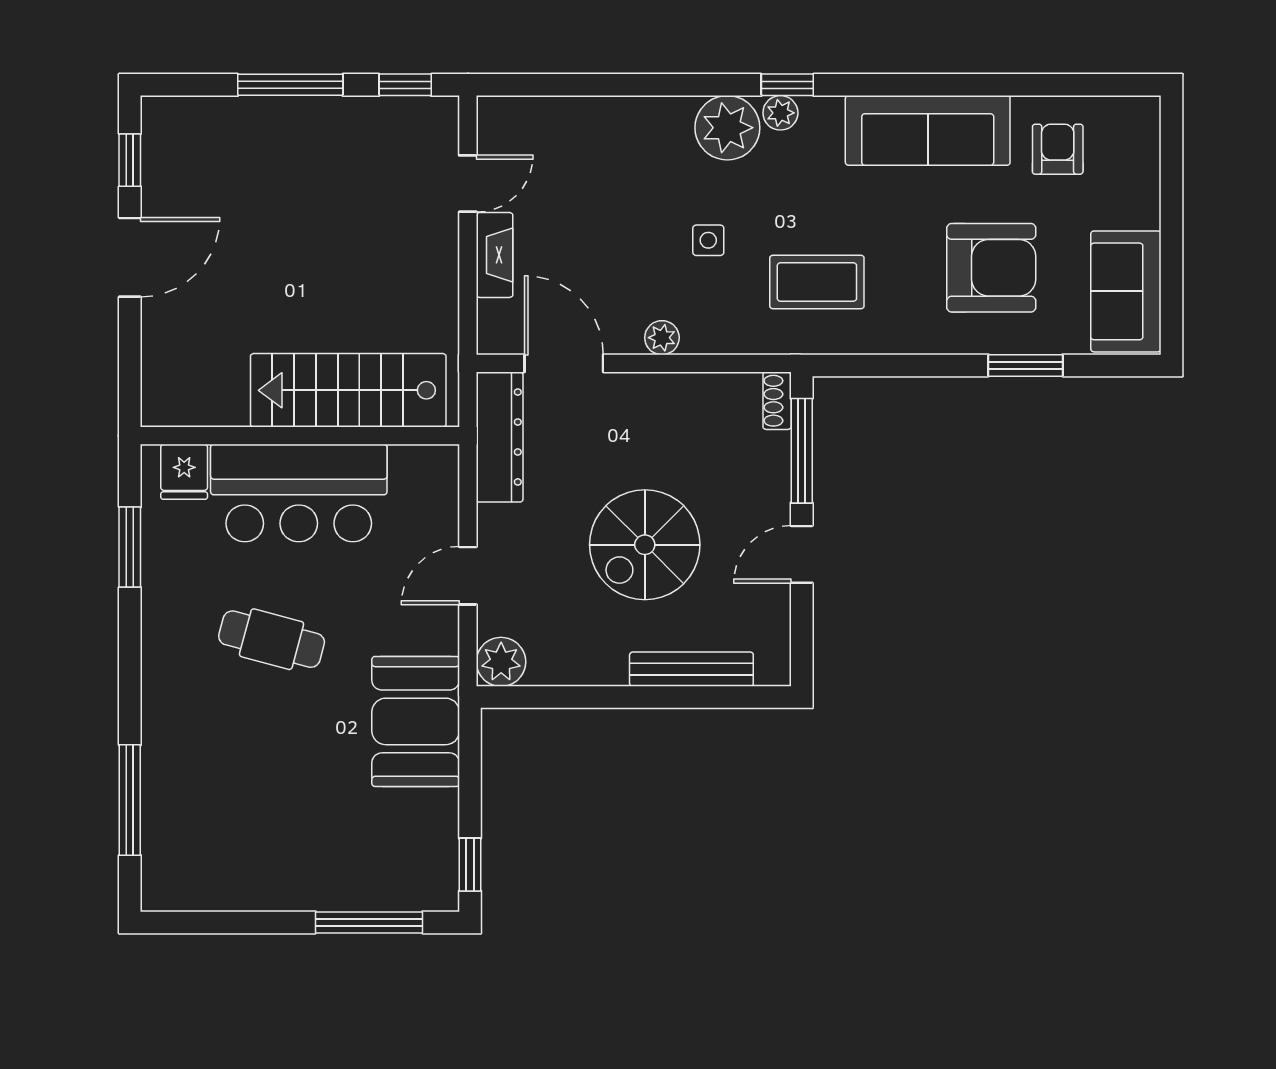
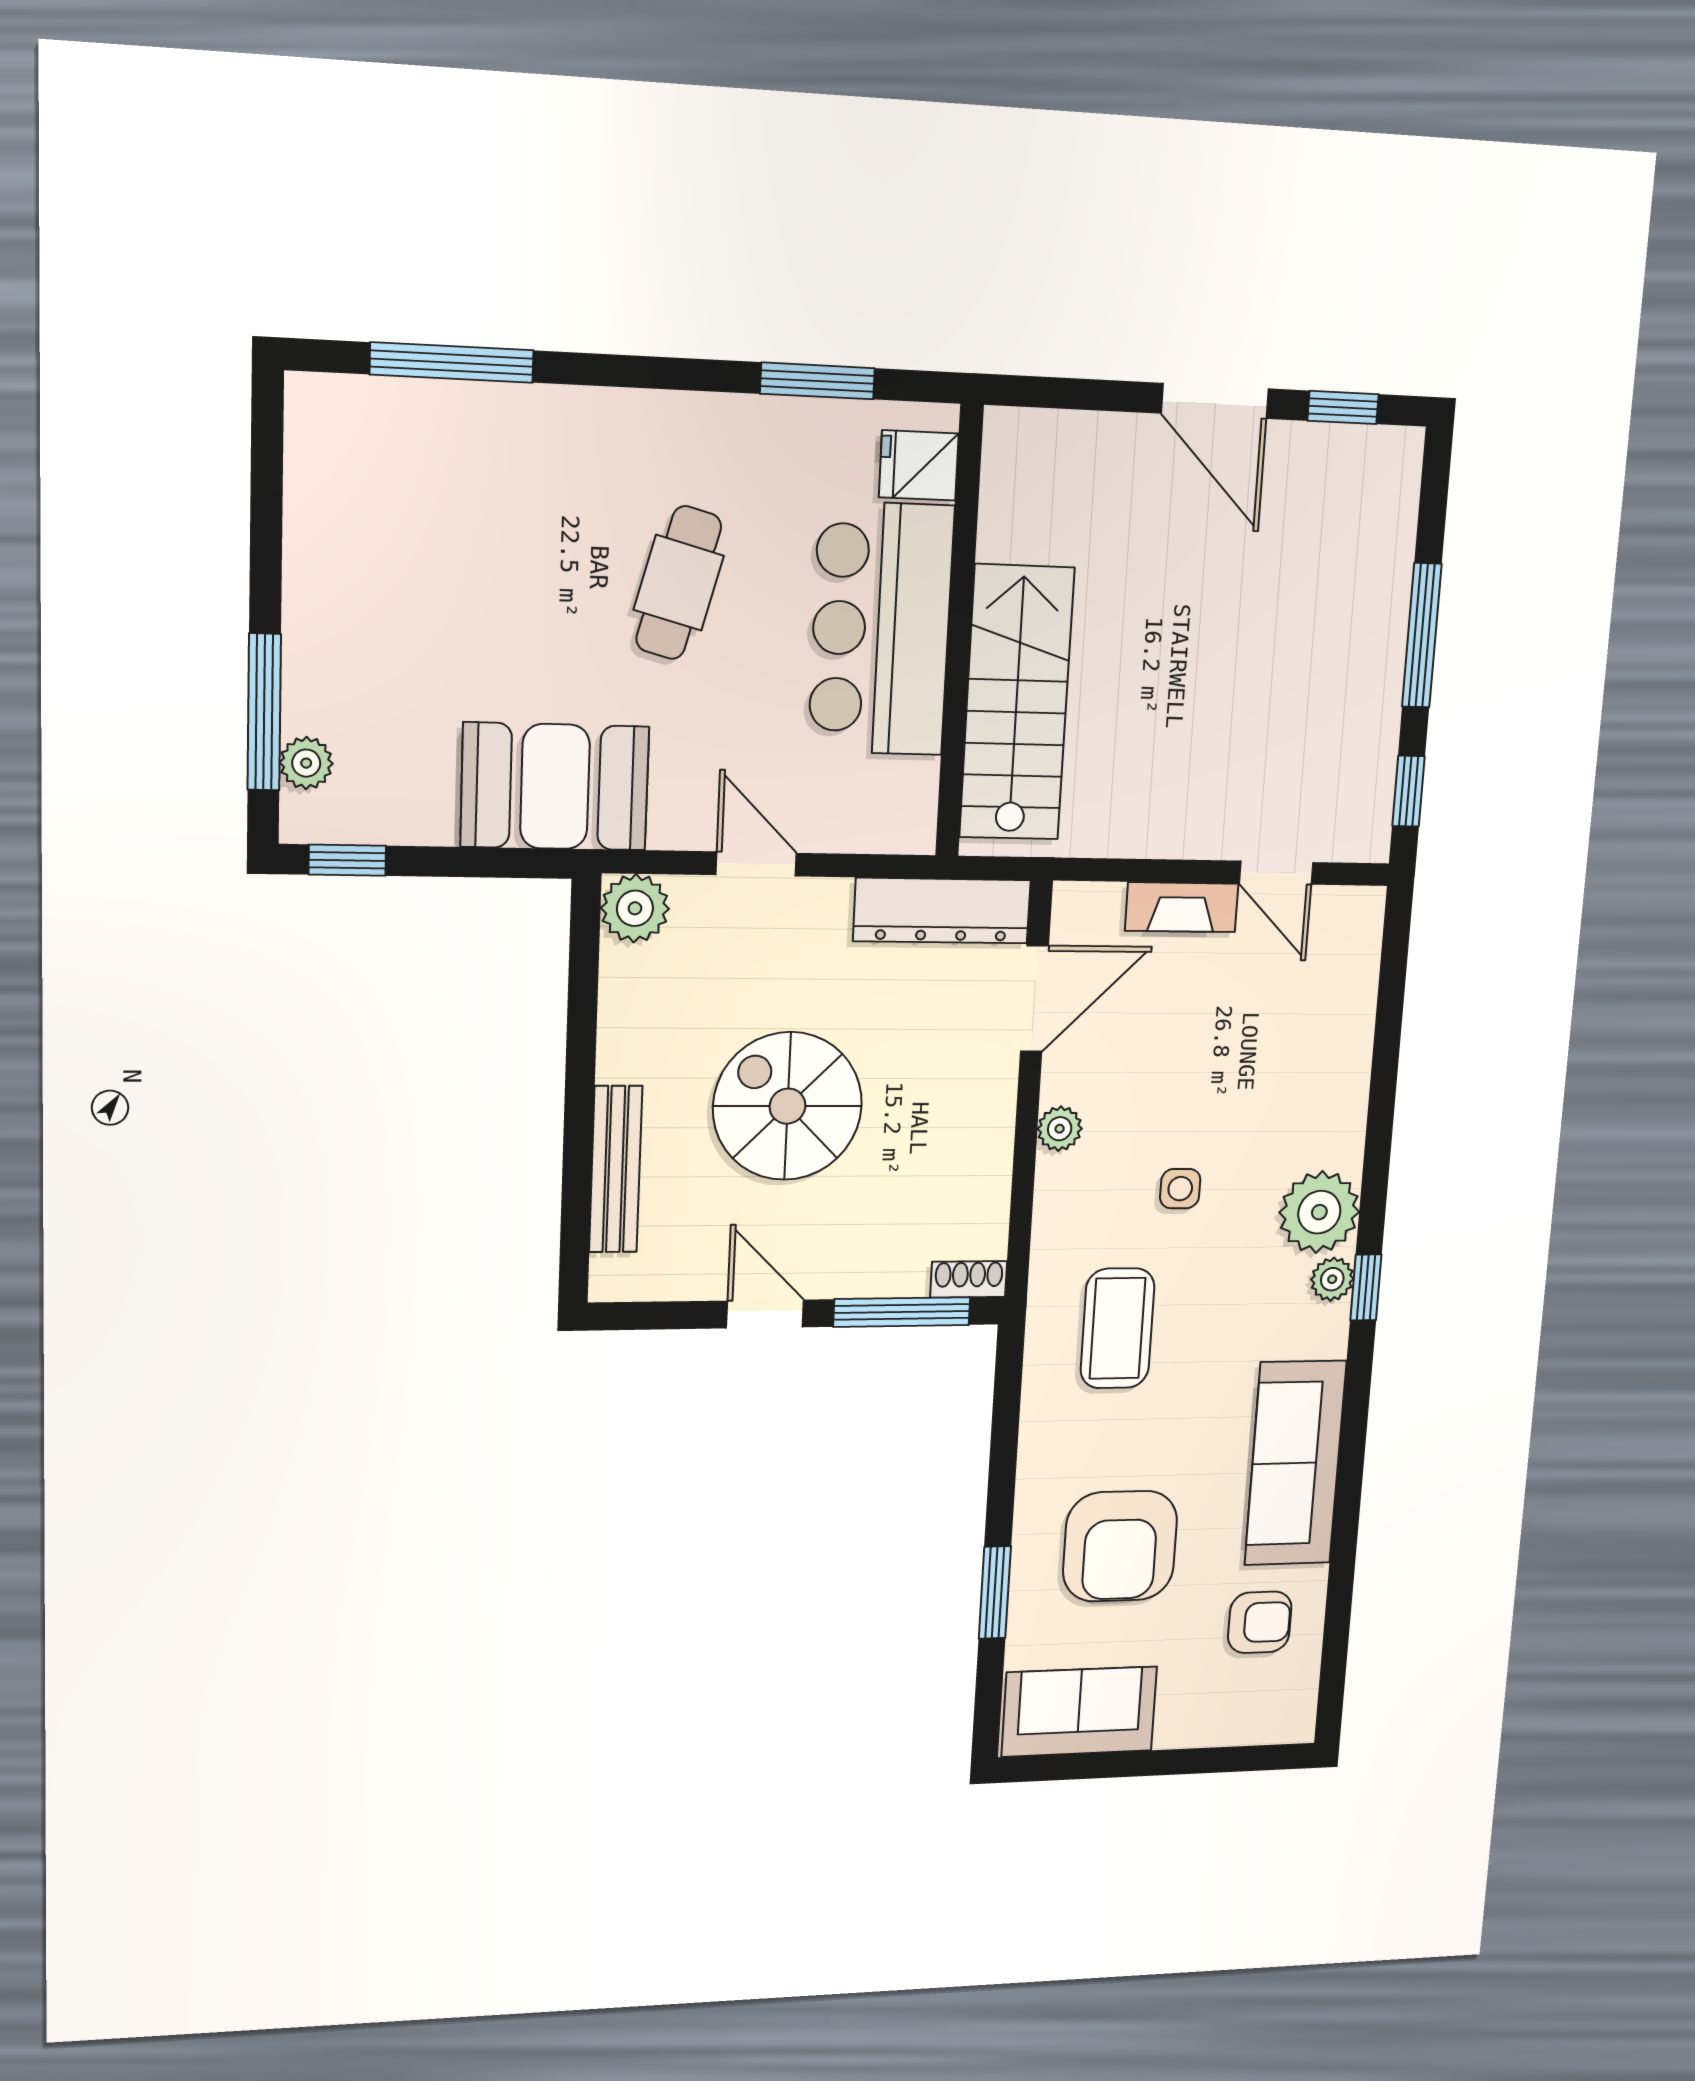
plant: (403, 894) -> (306, 763), added

